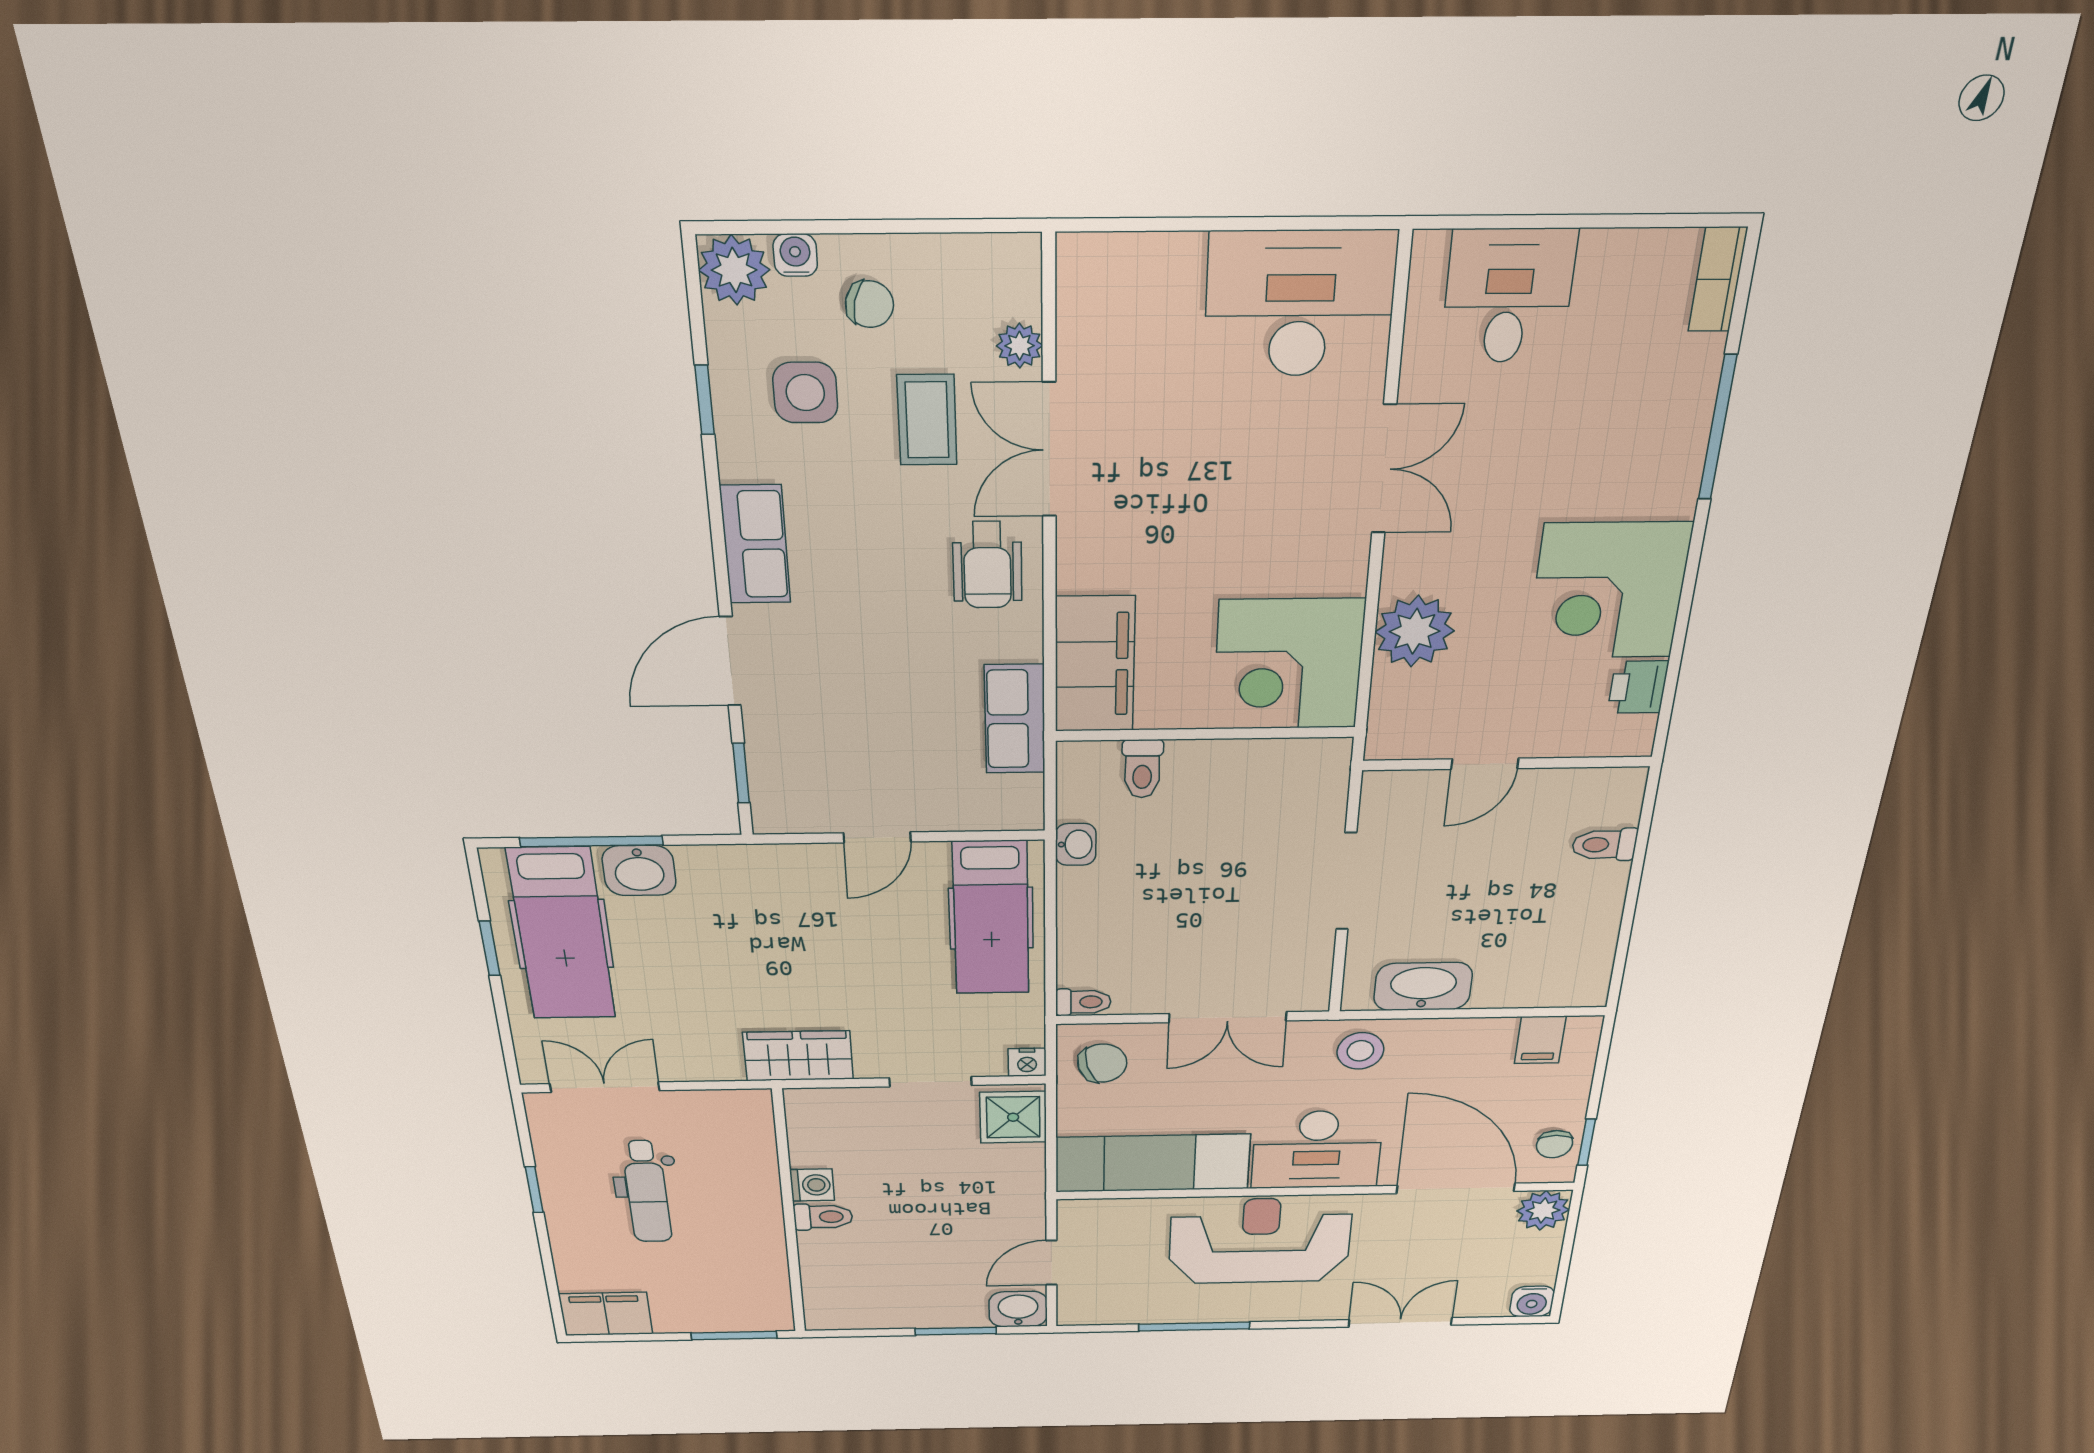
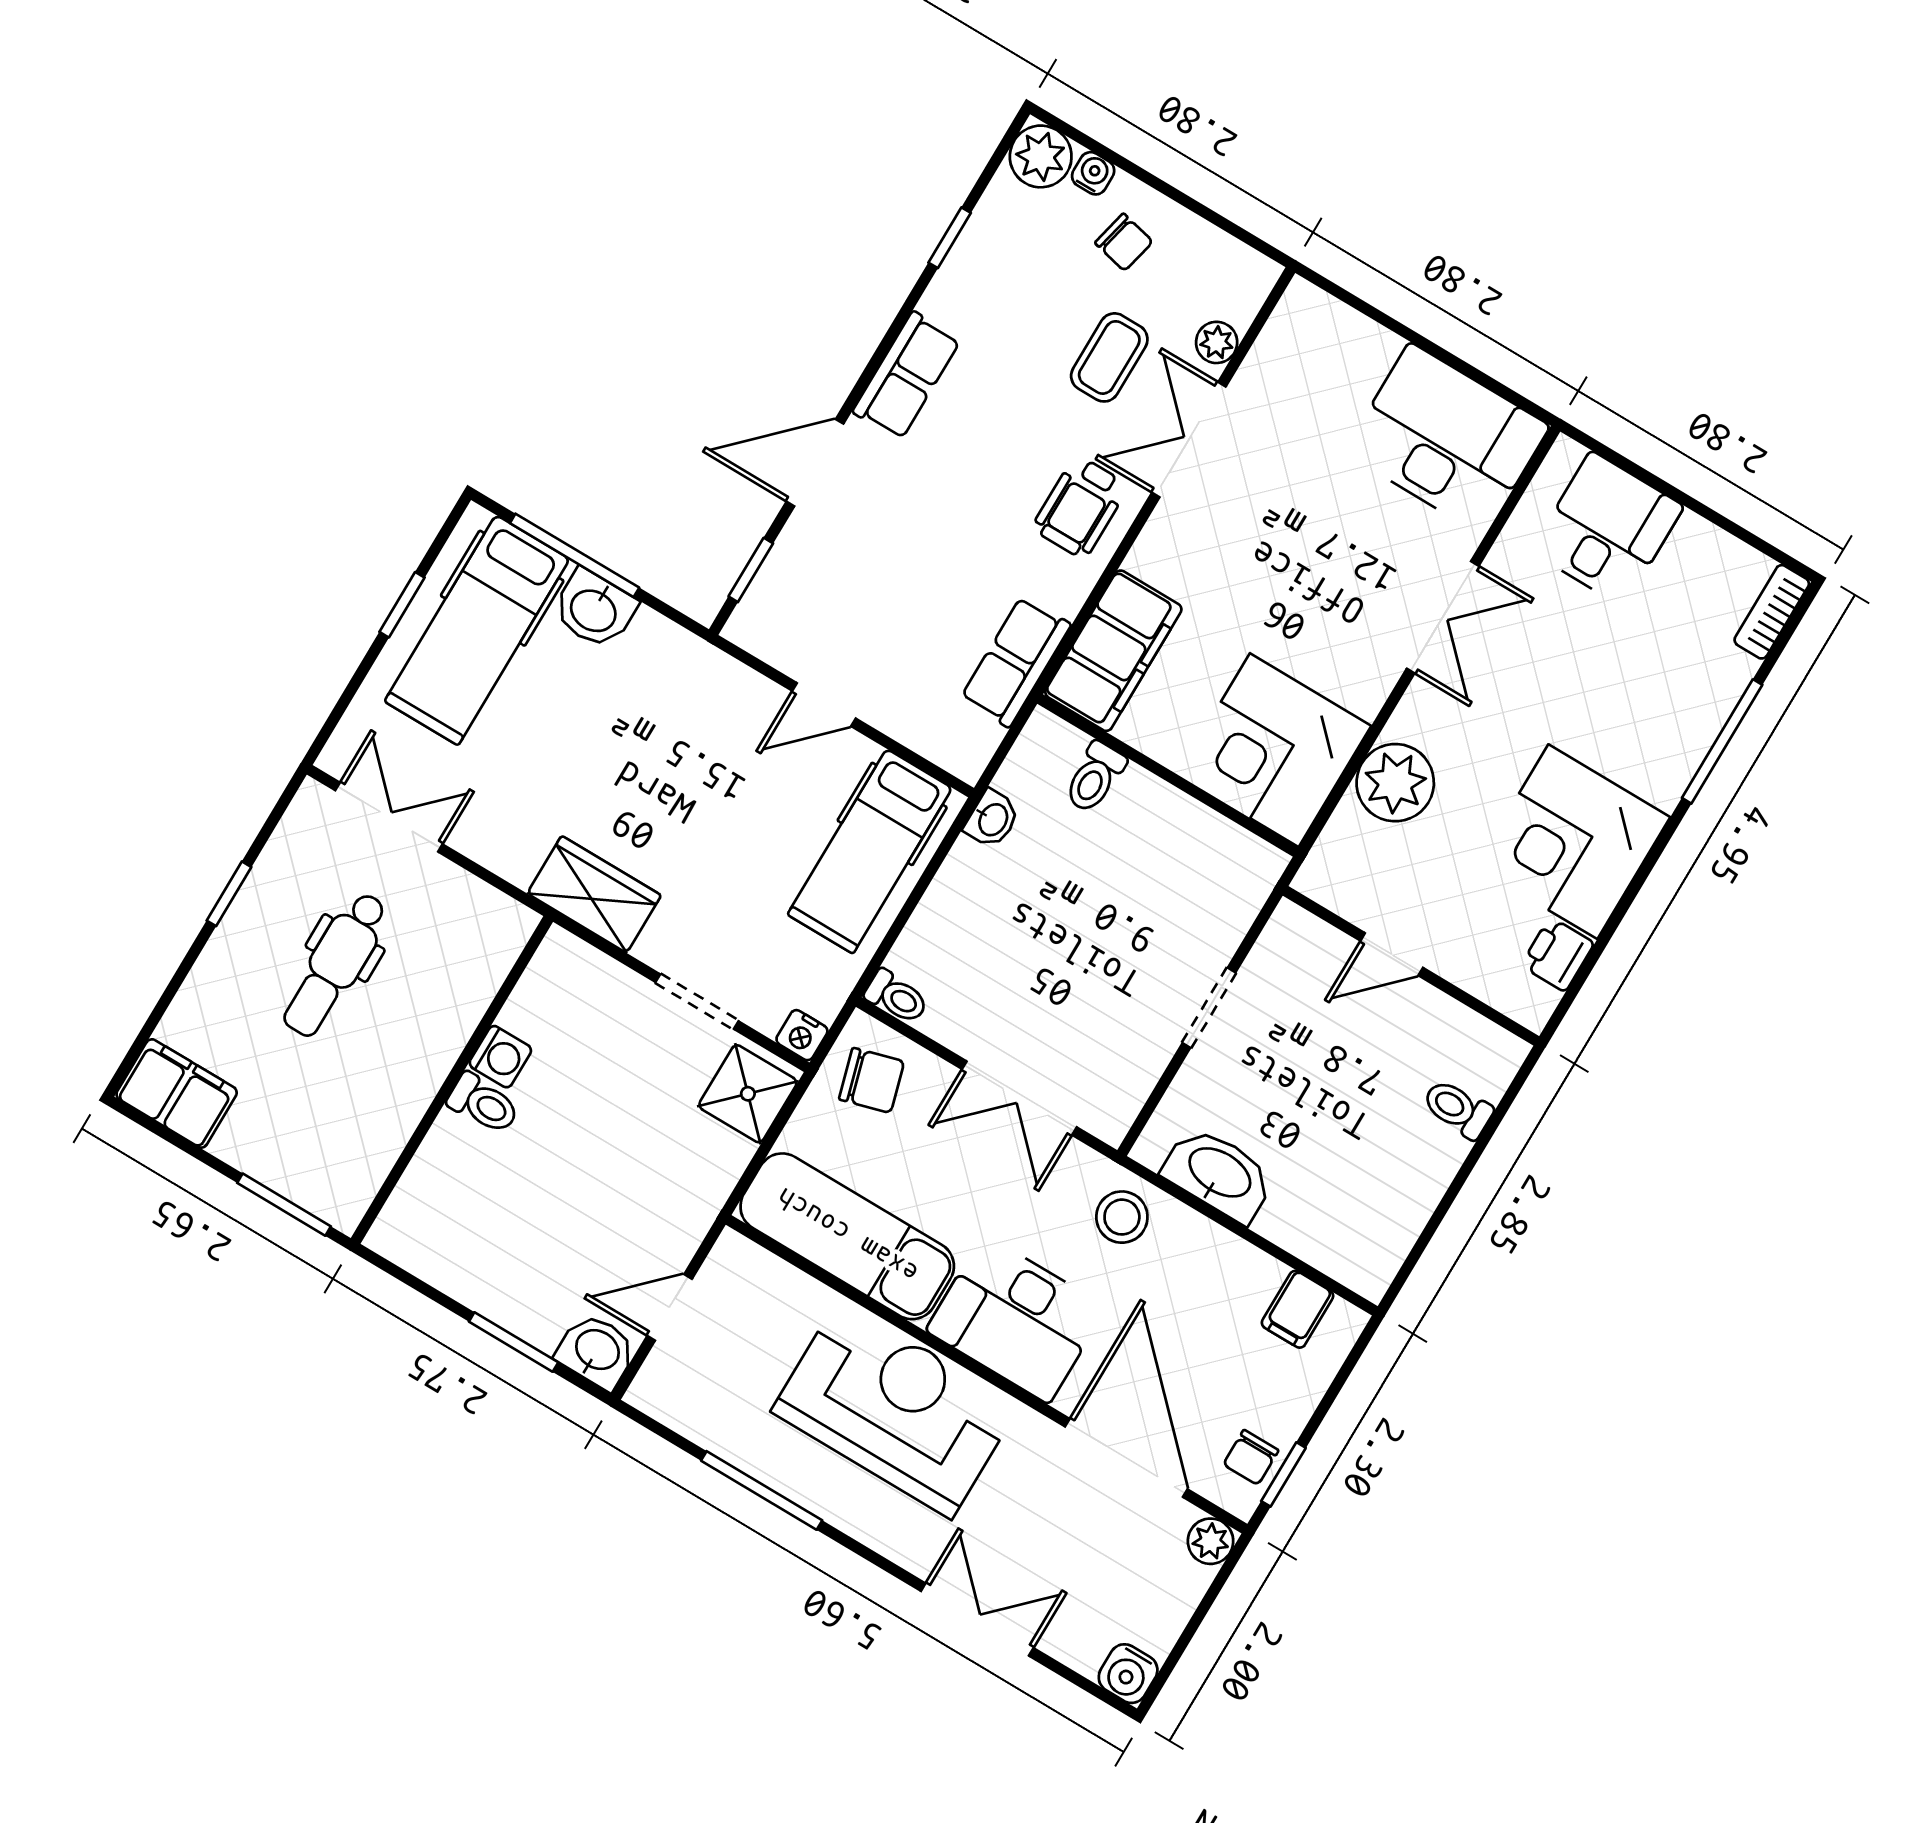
side table: (805, 393) -> (1030, 279), removed
doorway: (1346, 881) -> (1209, 1008), width x0.73
plant: (1543, 1210) -> (1211, 1541), width x0.73, depth x0.73

